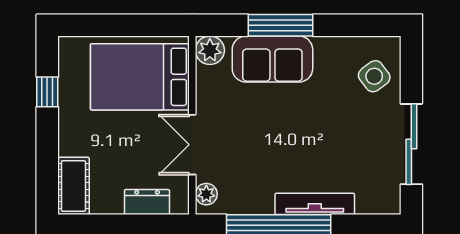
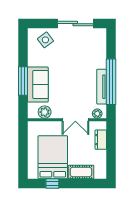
plant: (210, 50) -> (45, 112), moved
bed: (140, 77) -> (53, 157), moved, turned 180
cot: (73, 186) -> (81, 172), moved
tv unit: (315, 204) -> (102, 87), moved

